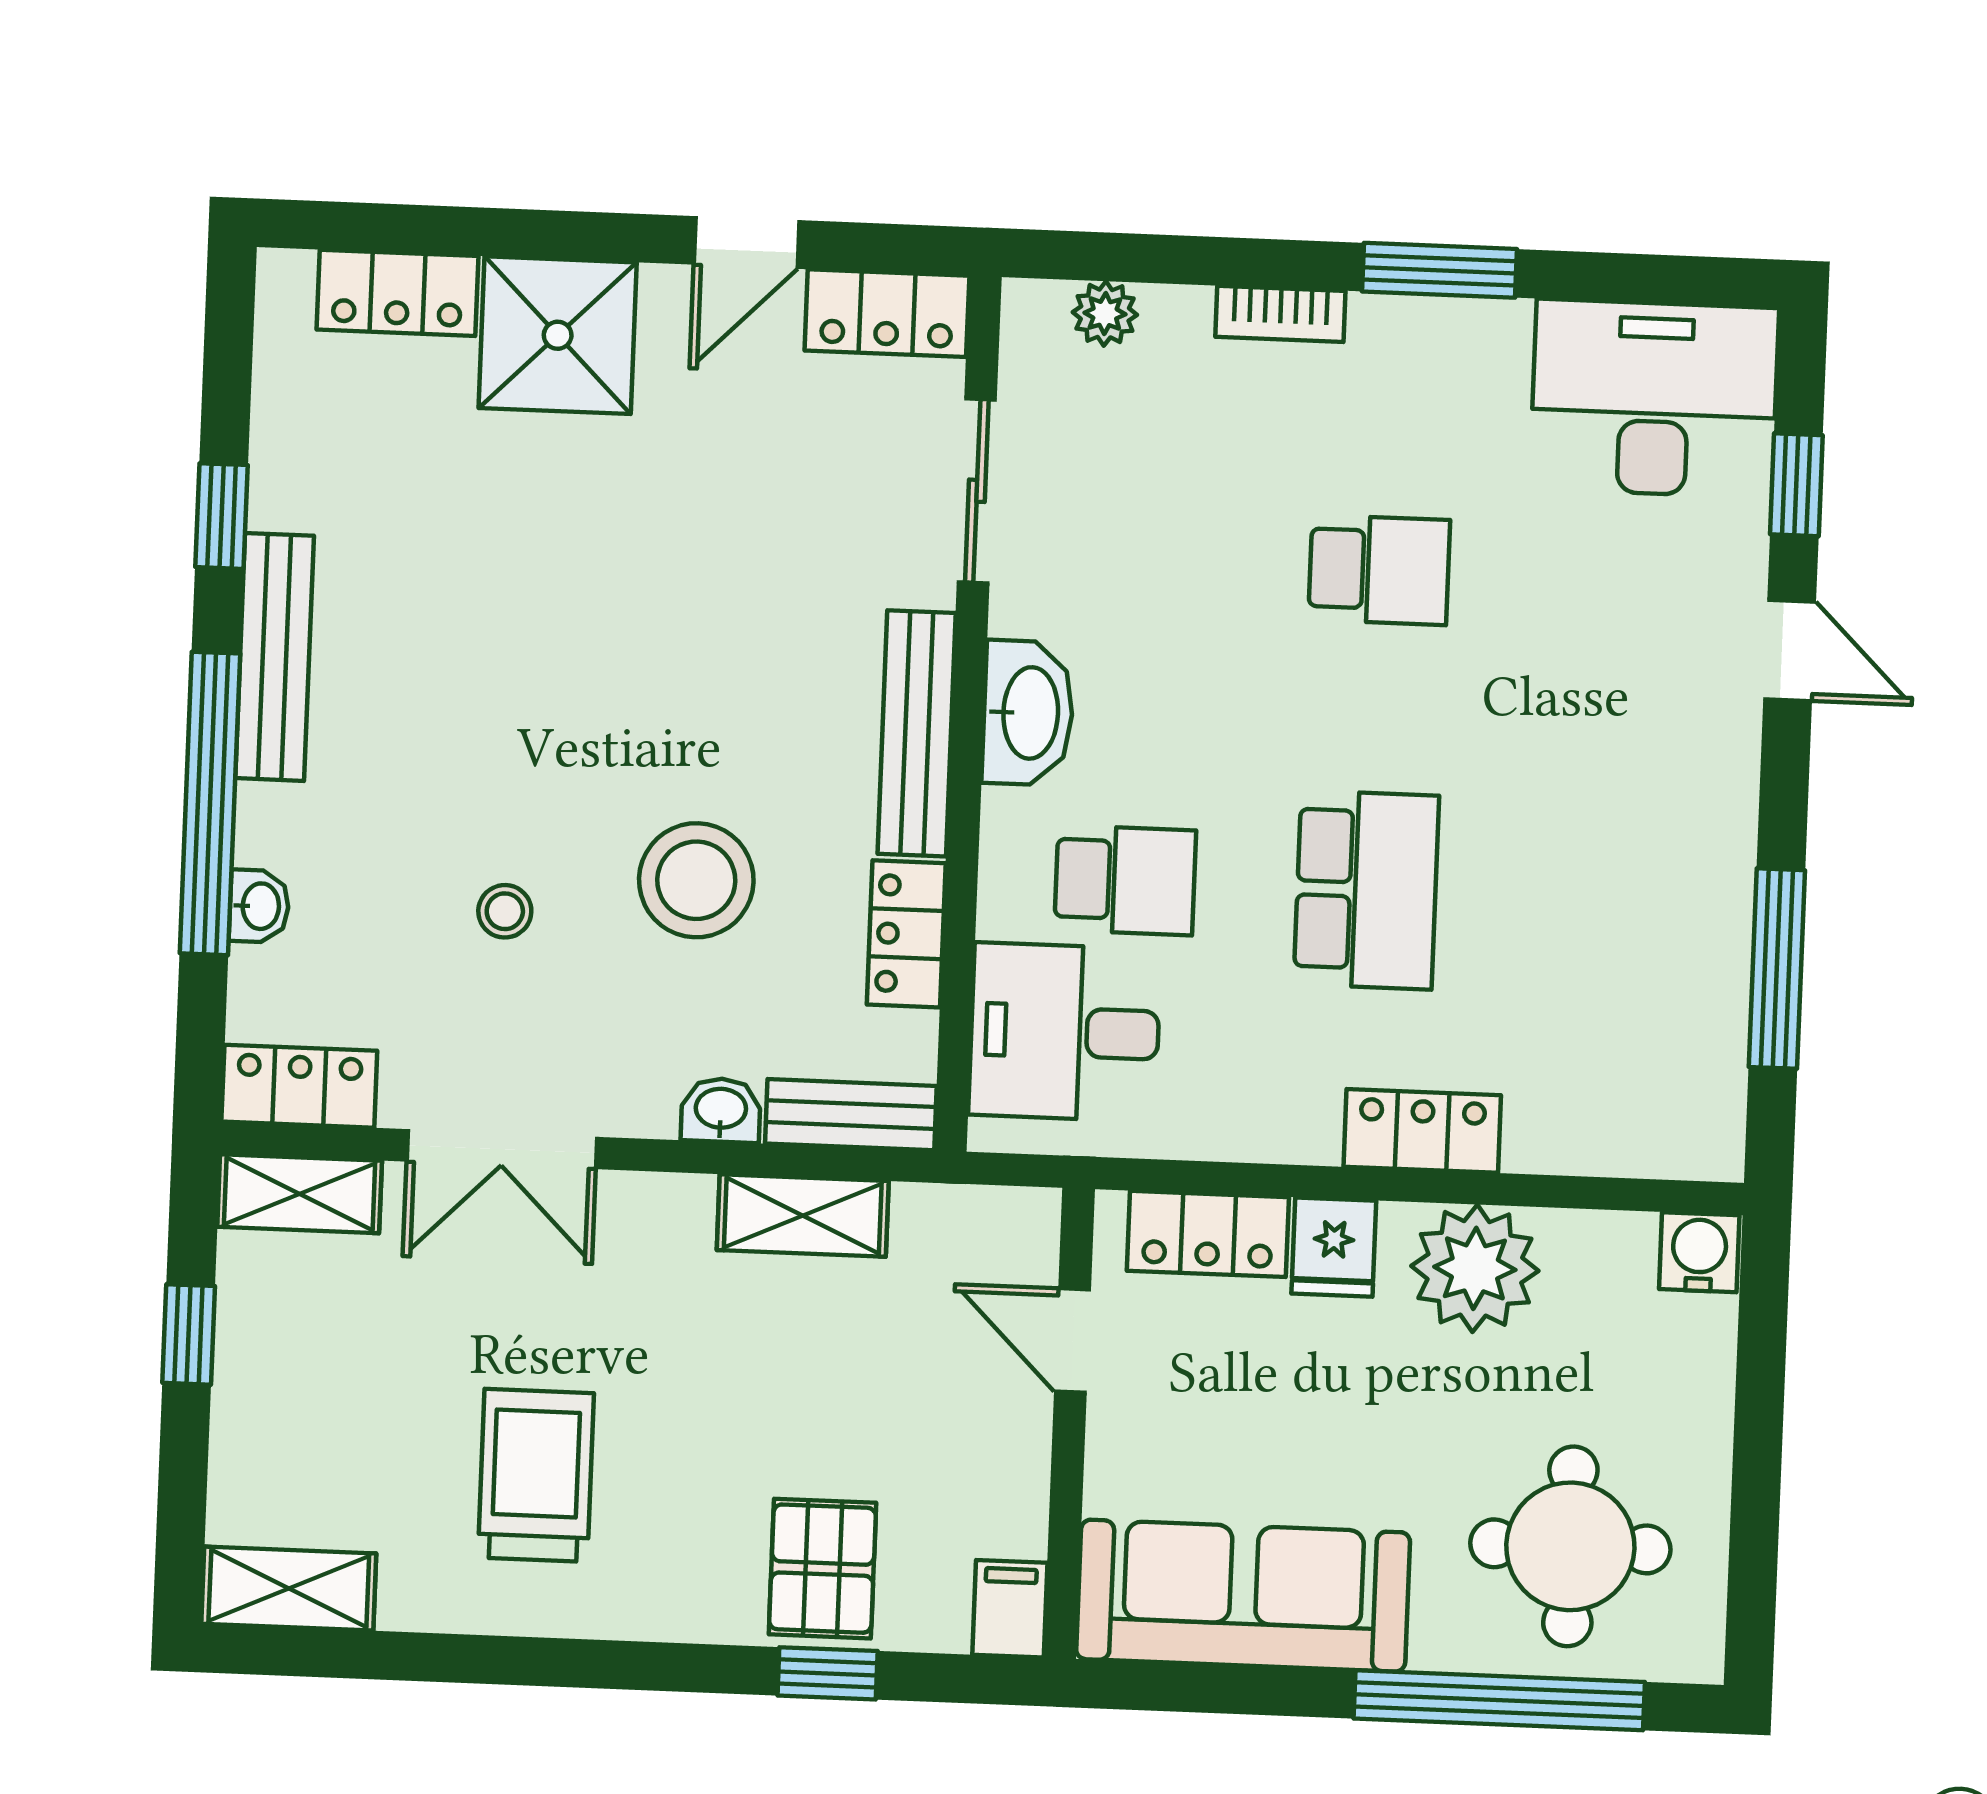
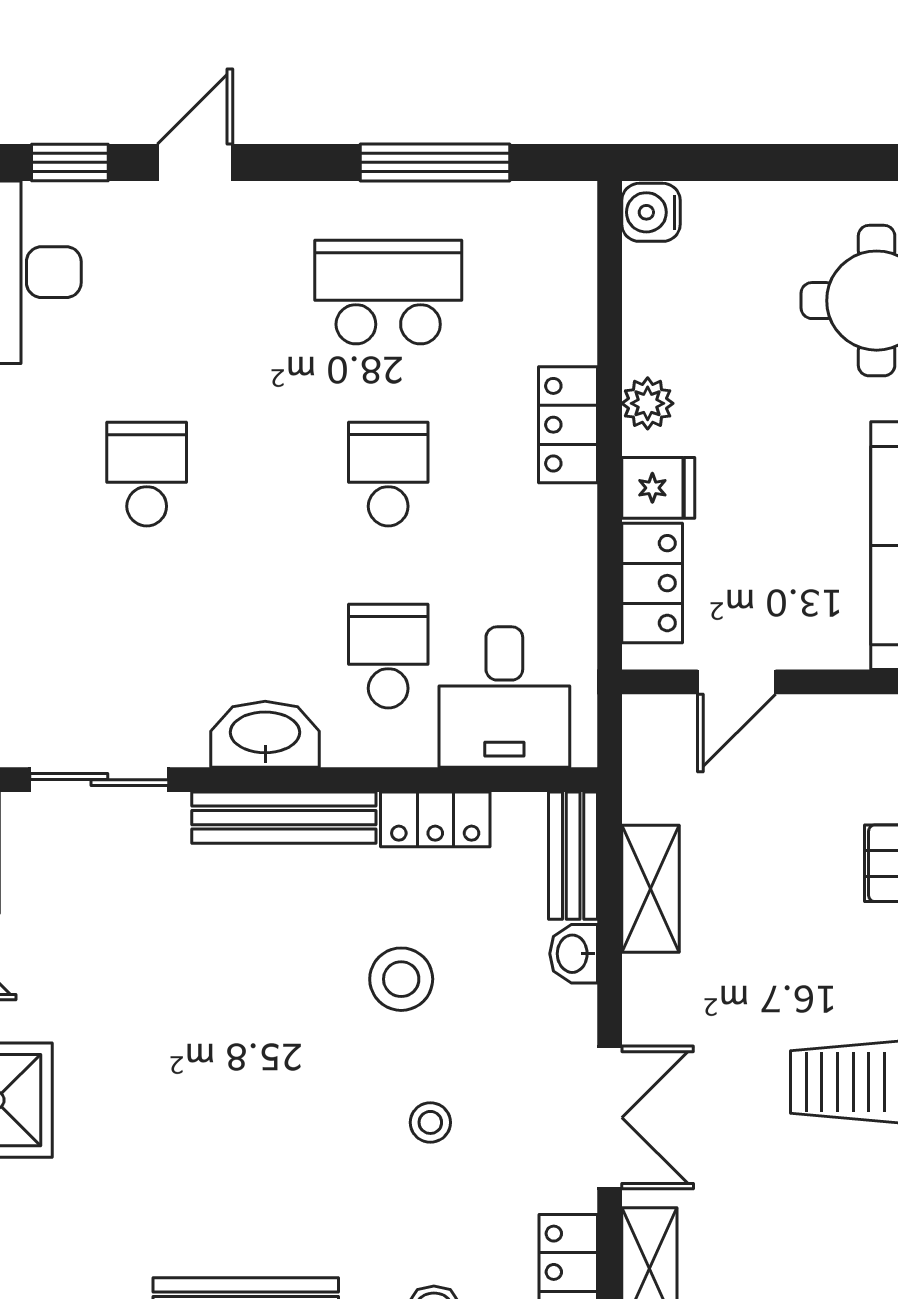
stool: (696, 880) -> (401, 979), width x0.73, depth x0.73
school desk: (1366, 890) -> (388, 474), width x0.54
school desk: (1608, 900) -> (388, 292), added
plant: (1475, 1268) -> (648, 403), width x0.53, depth x0.53

